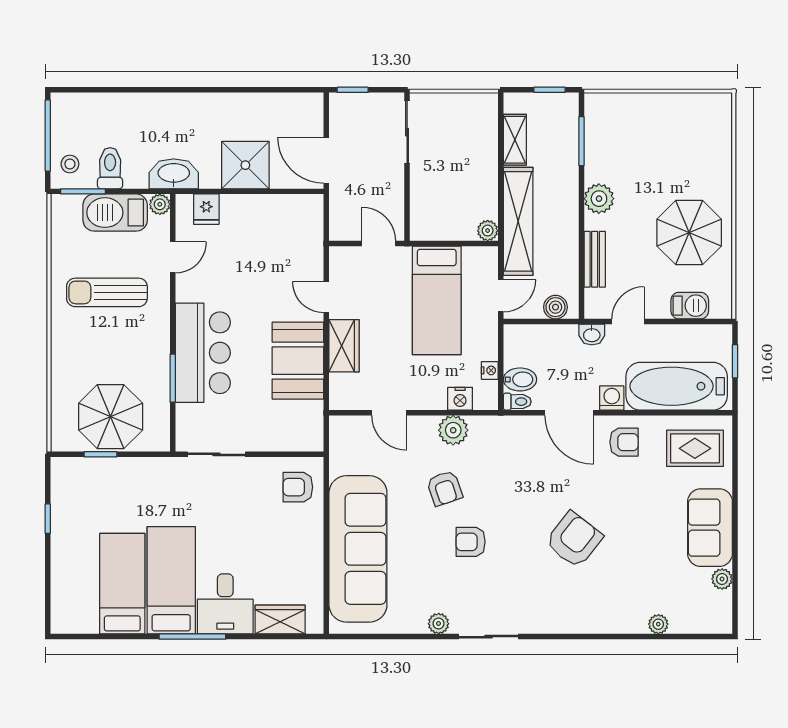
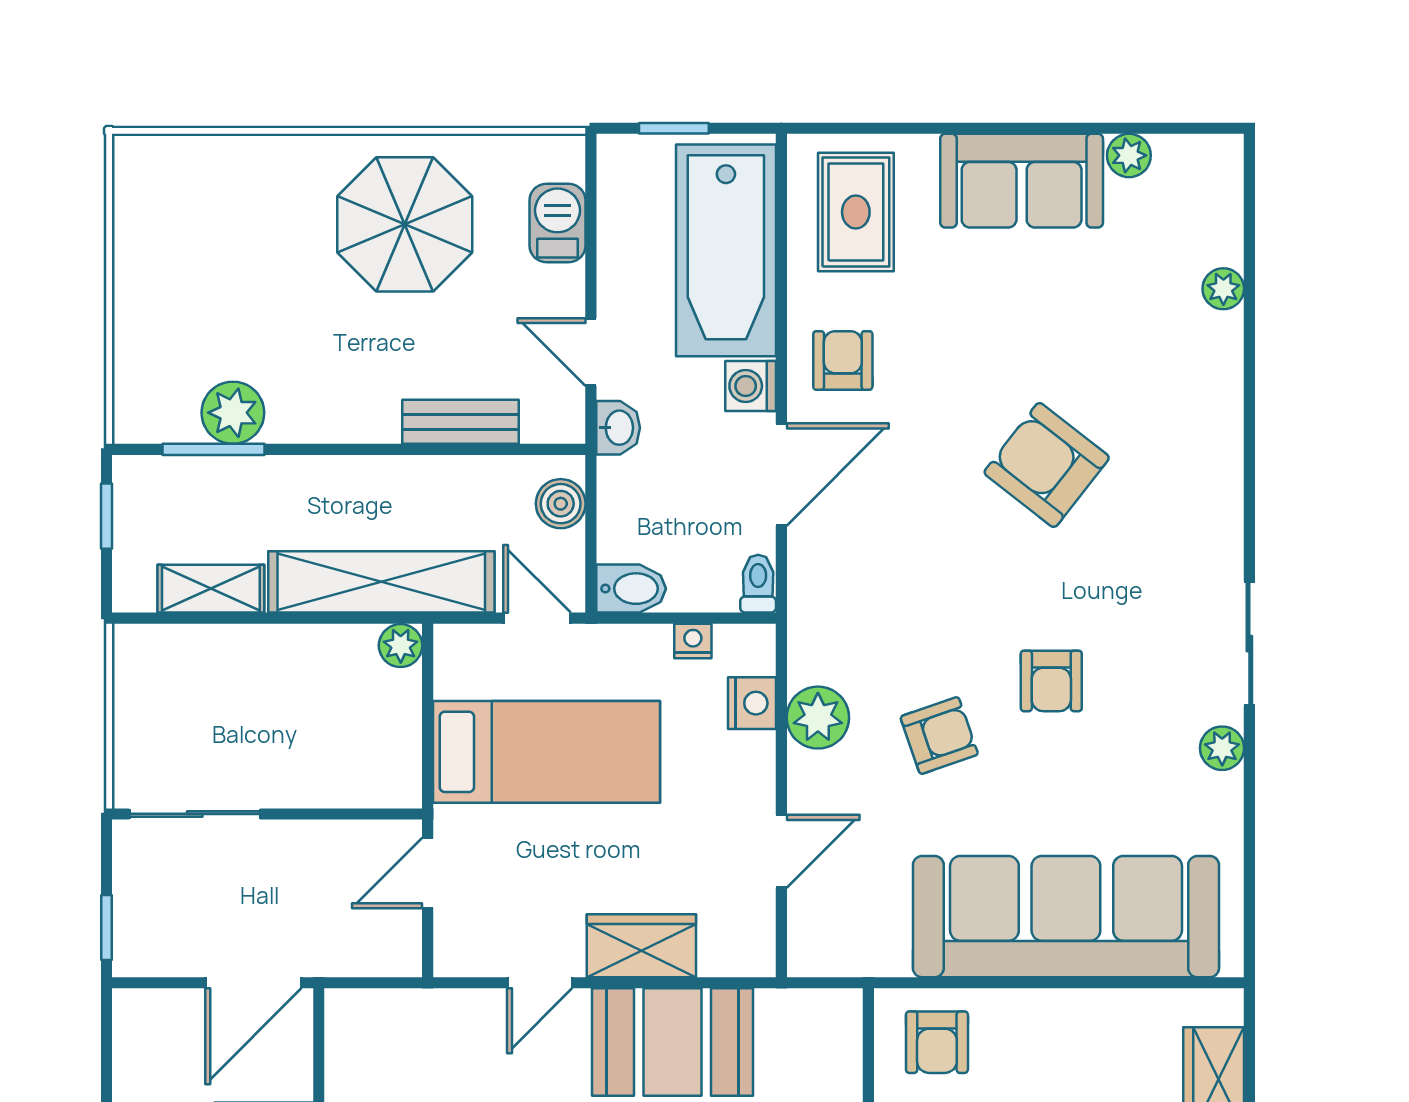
plant: (599, 199) -> (233, 413), moved
bidet: (520, 379) -> (631, 589), moved, turned 90

